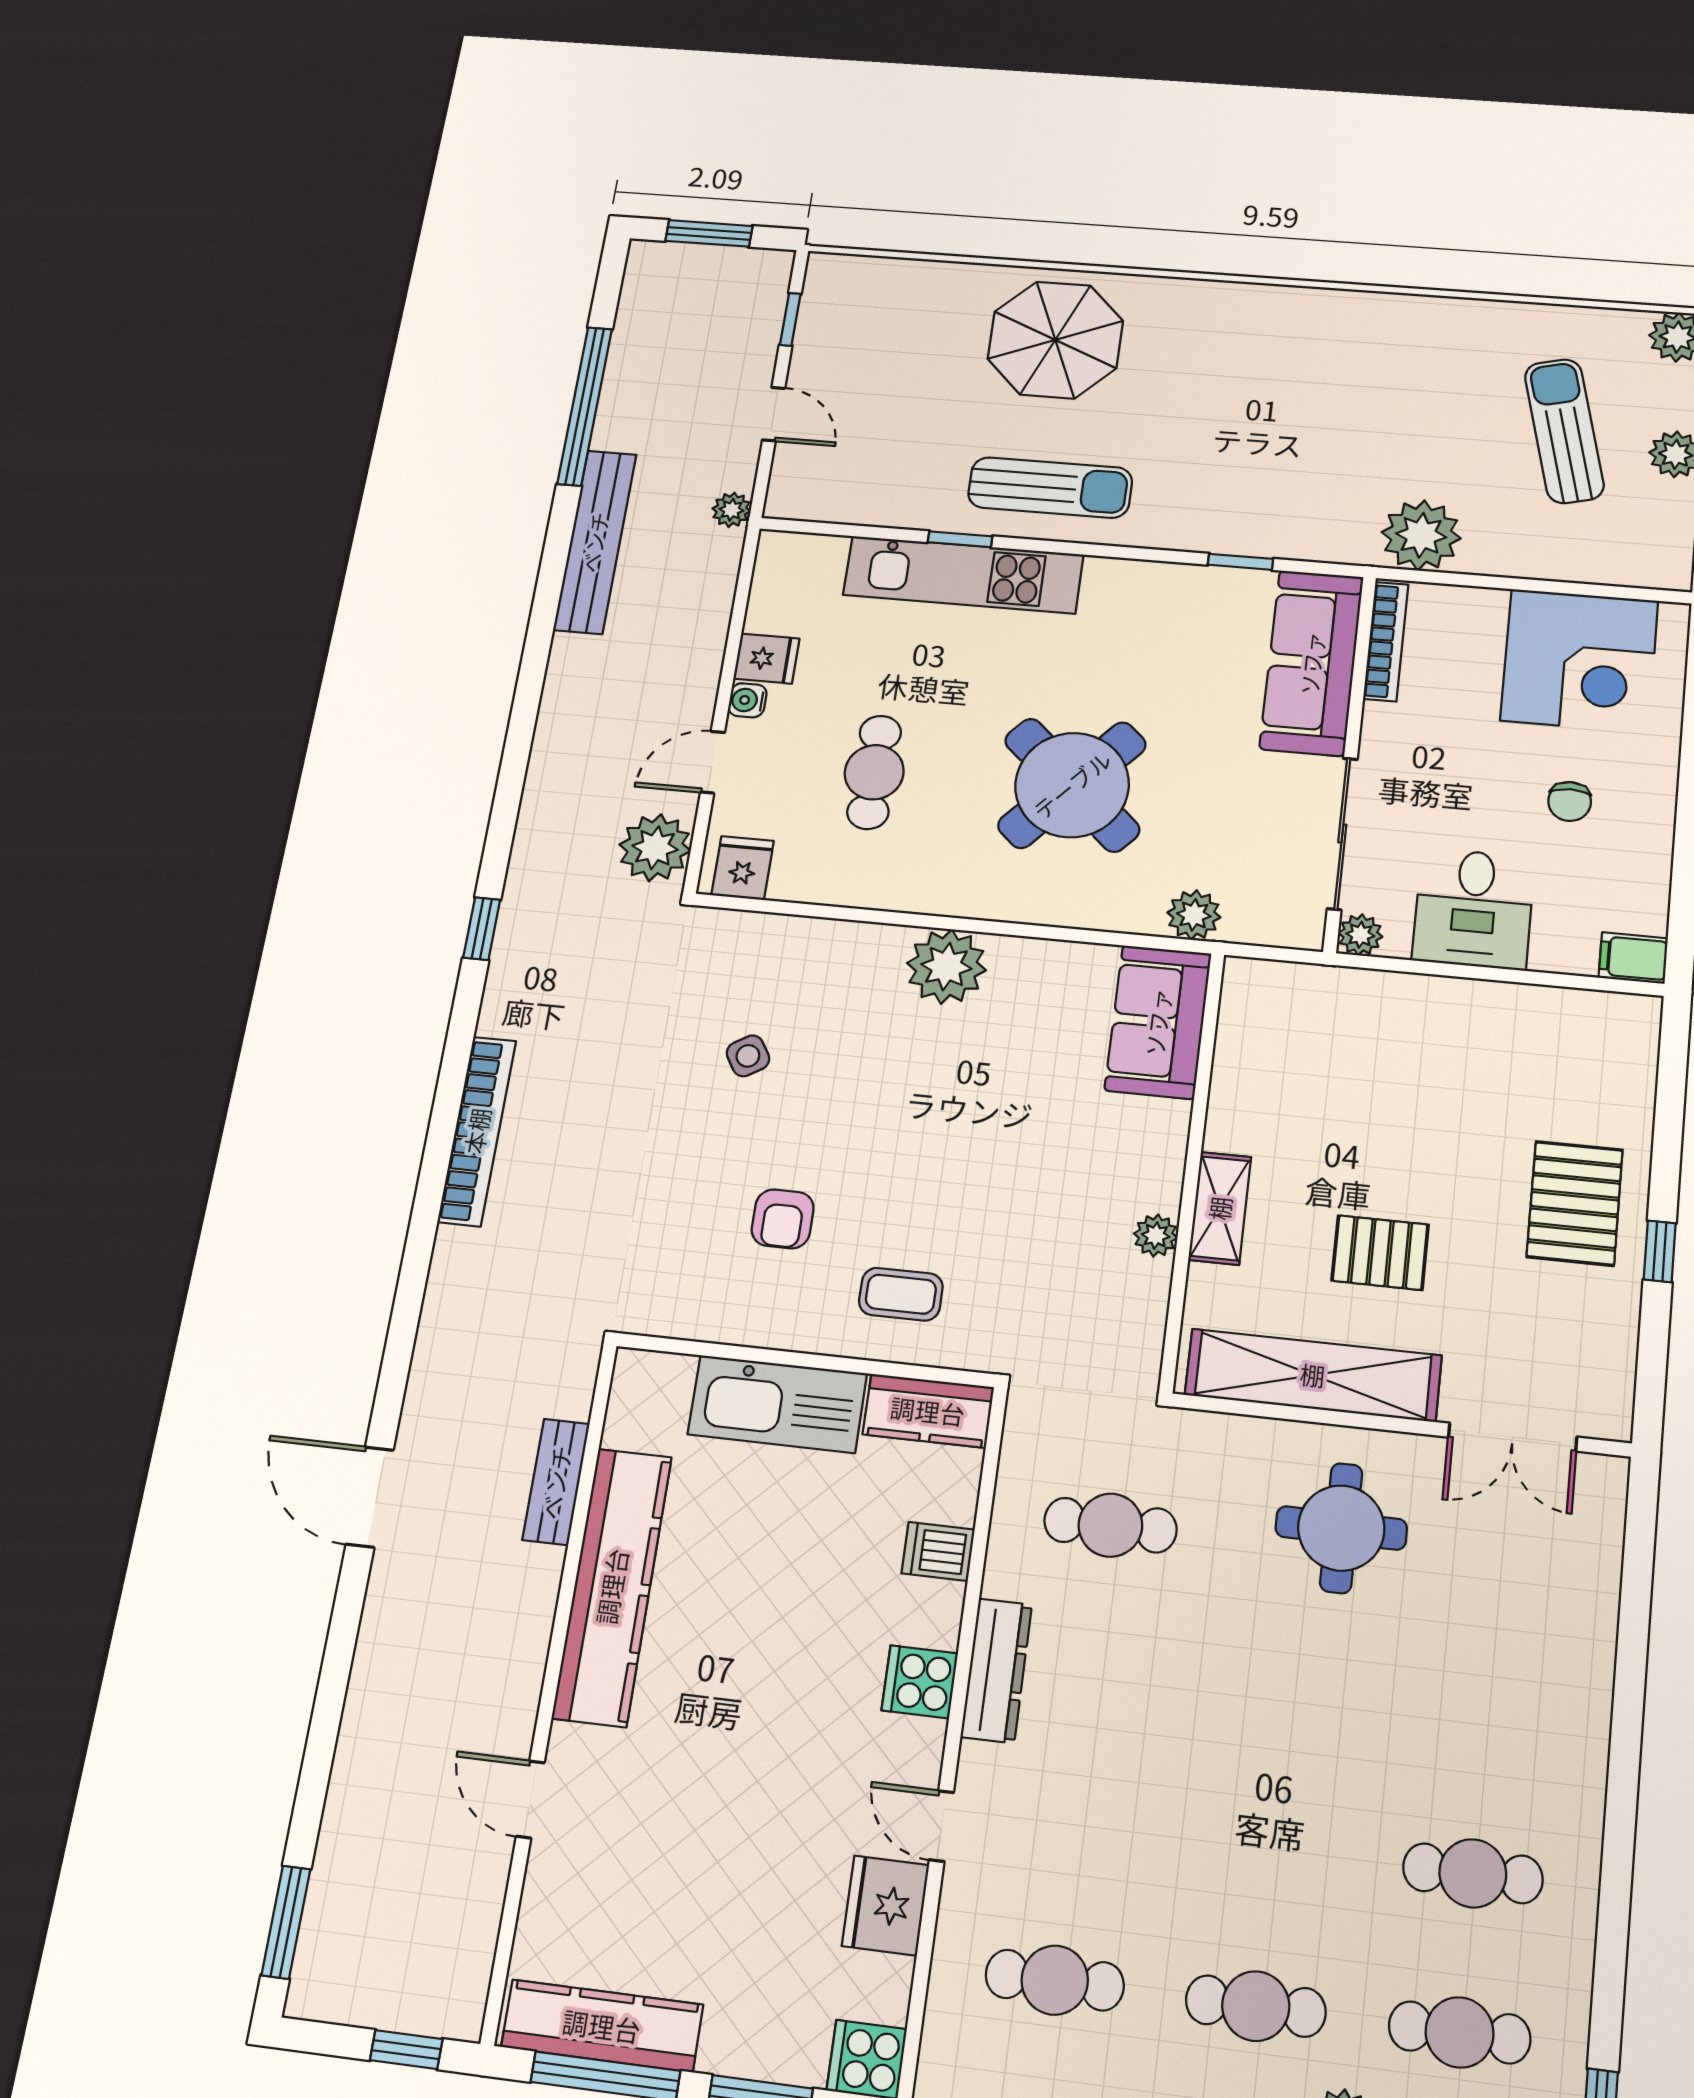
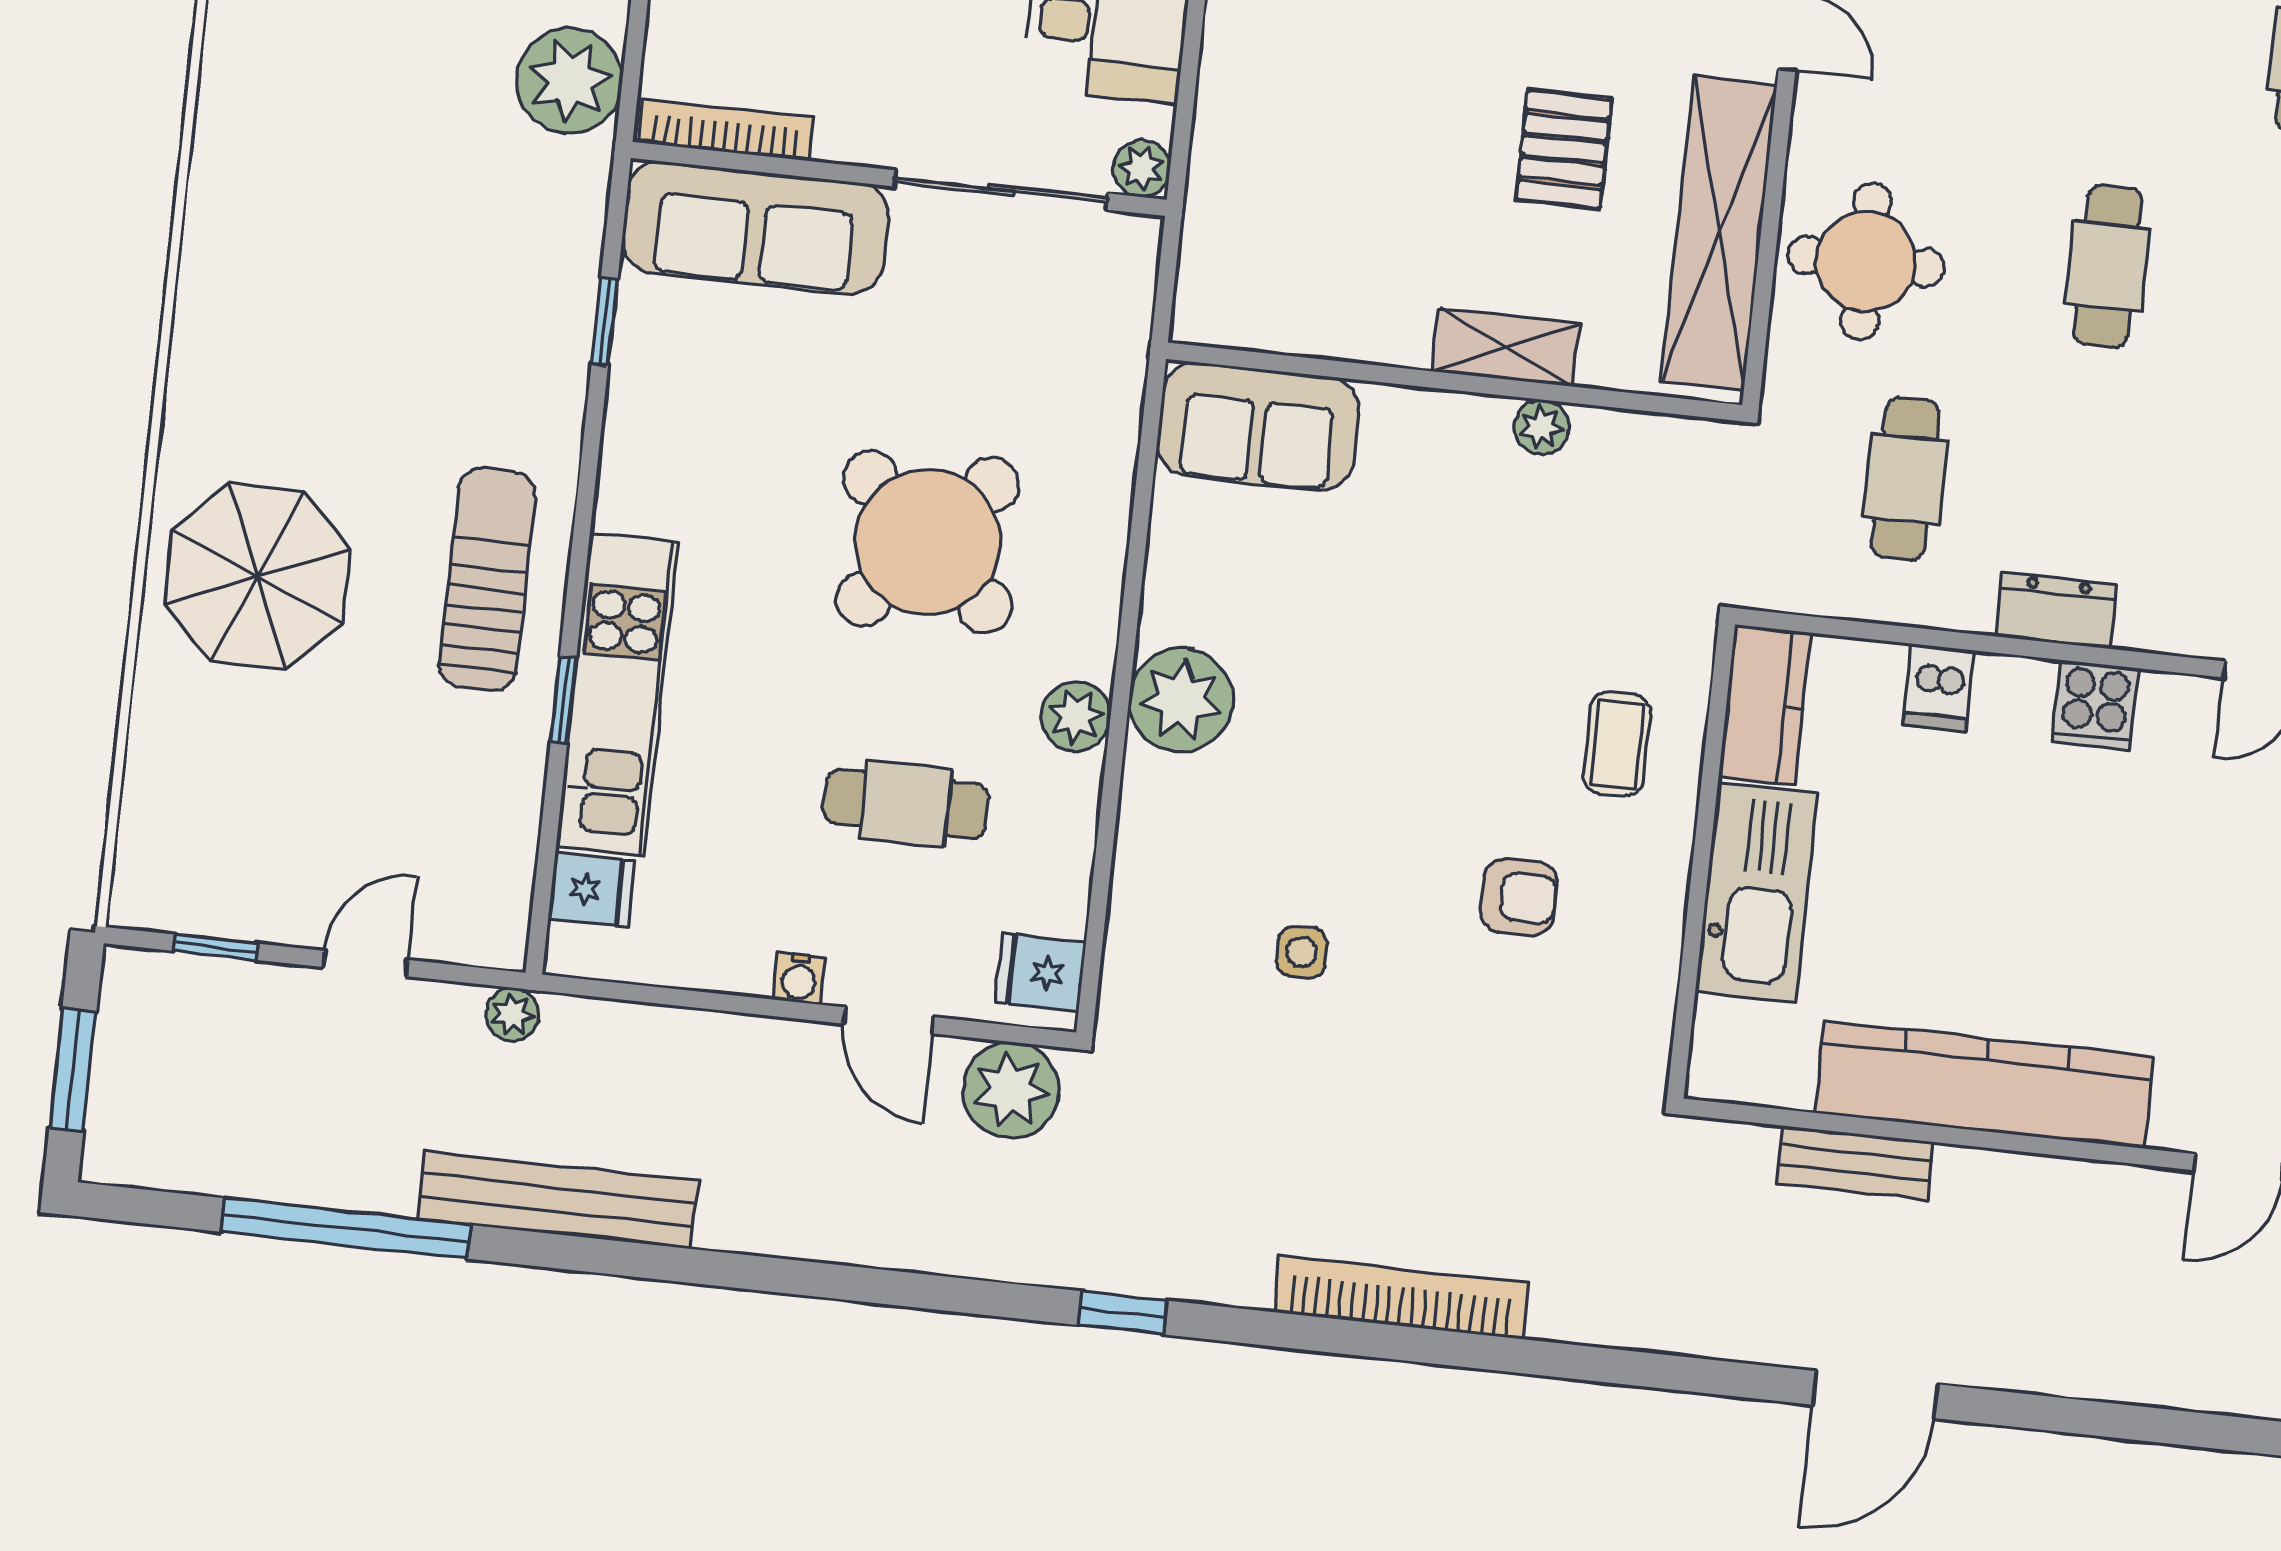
fridge: (766, 659) -> (591, 890), moved, turned 90
plant: (1194, 915) -> (1076, 716), moved
side table: (748, 1056) -> (1301, 952), turned 32
round table: (1341, 1528) -> (1866, 261), moved
dresser: (996, 1671) -> (2056, 610), width x0.70
cafe table: (1288, 1696) -> (2108, 266), added

